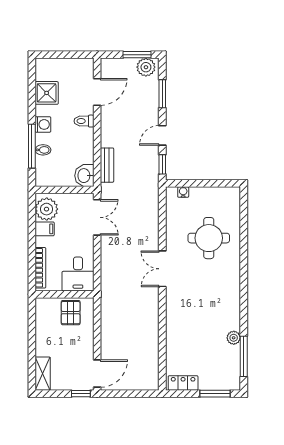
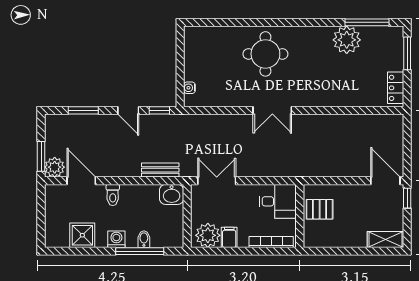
window: (137, 55) -> (41, 156), moved
plant: (146, 67) -> (55, 167), moved
round table: (209, 238) -> (265, 54), moved
plant: (234, 338) -> (347, 40), width x1.88, depth x1.88

